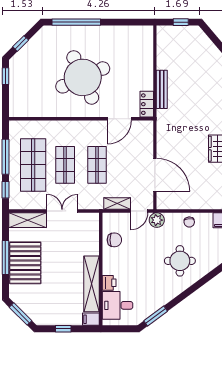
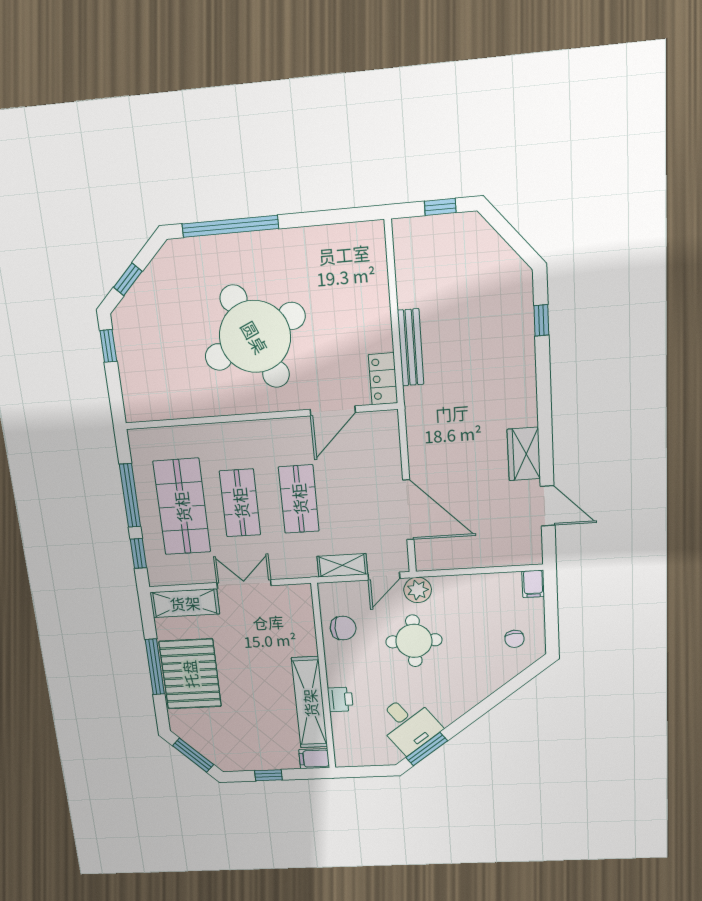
chair: (189, 222) -> (515, 639), moved
round table: (180, 261) -> (414, 641), moved
desk: (117, 305) -> (408, 724), moved, turned -126

